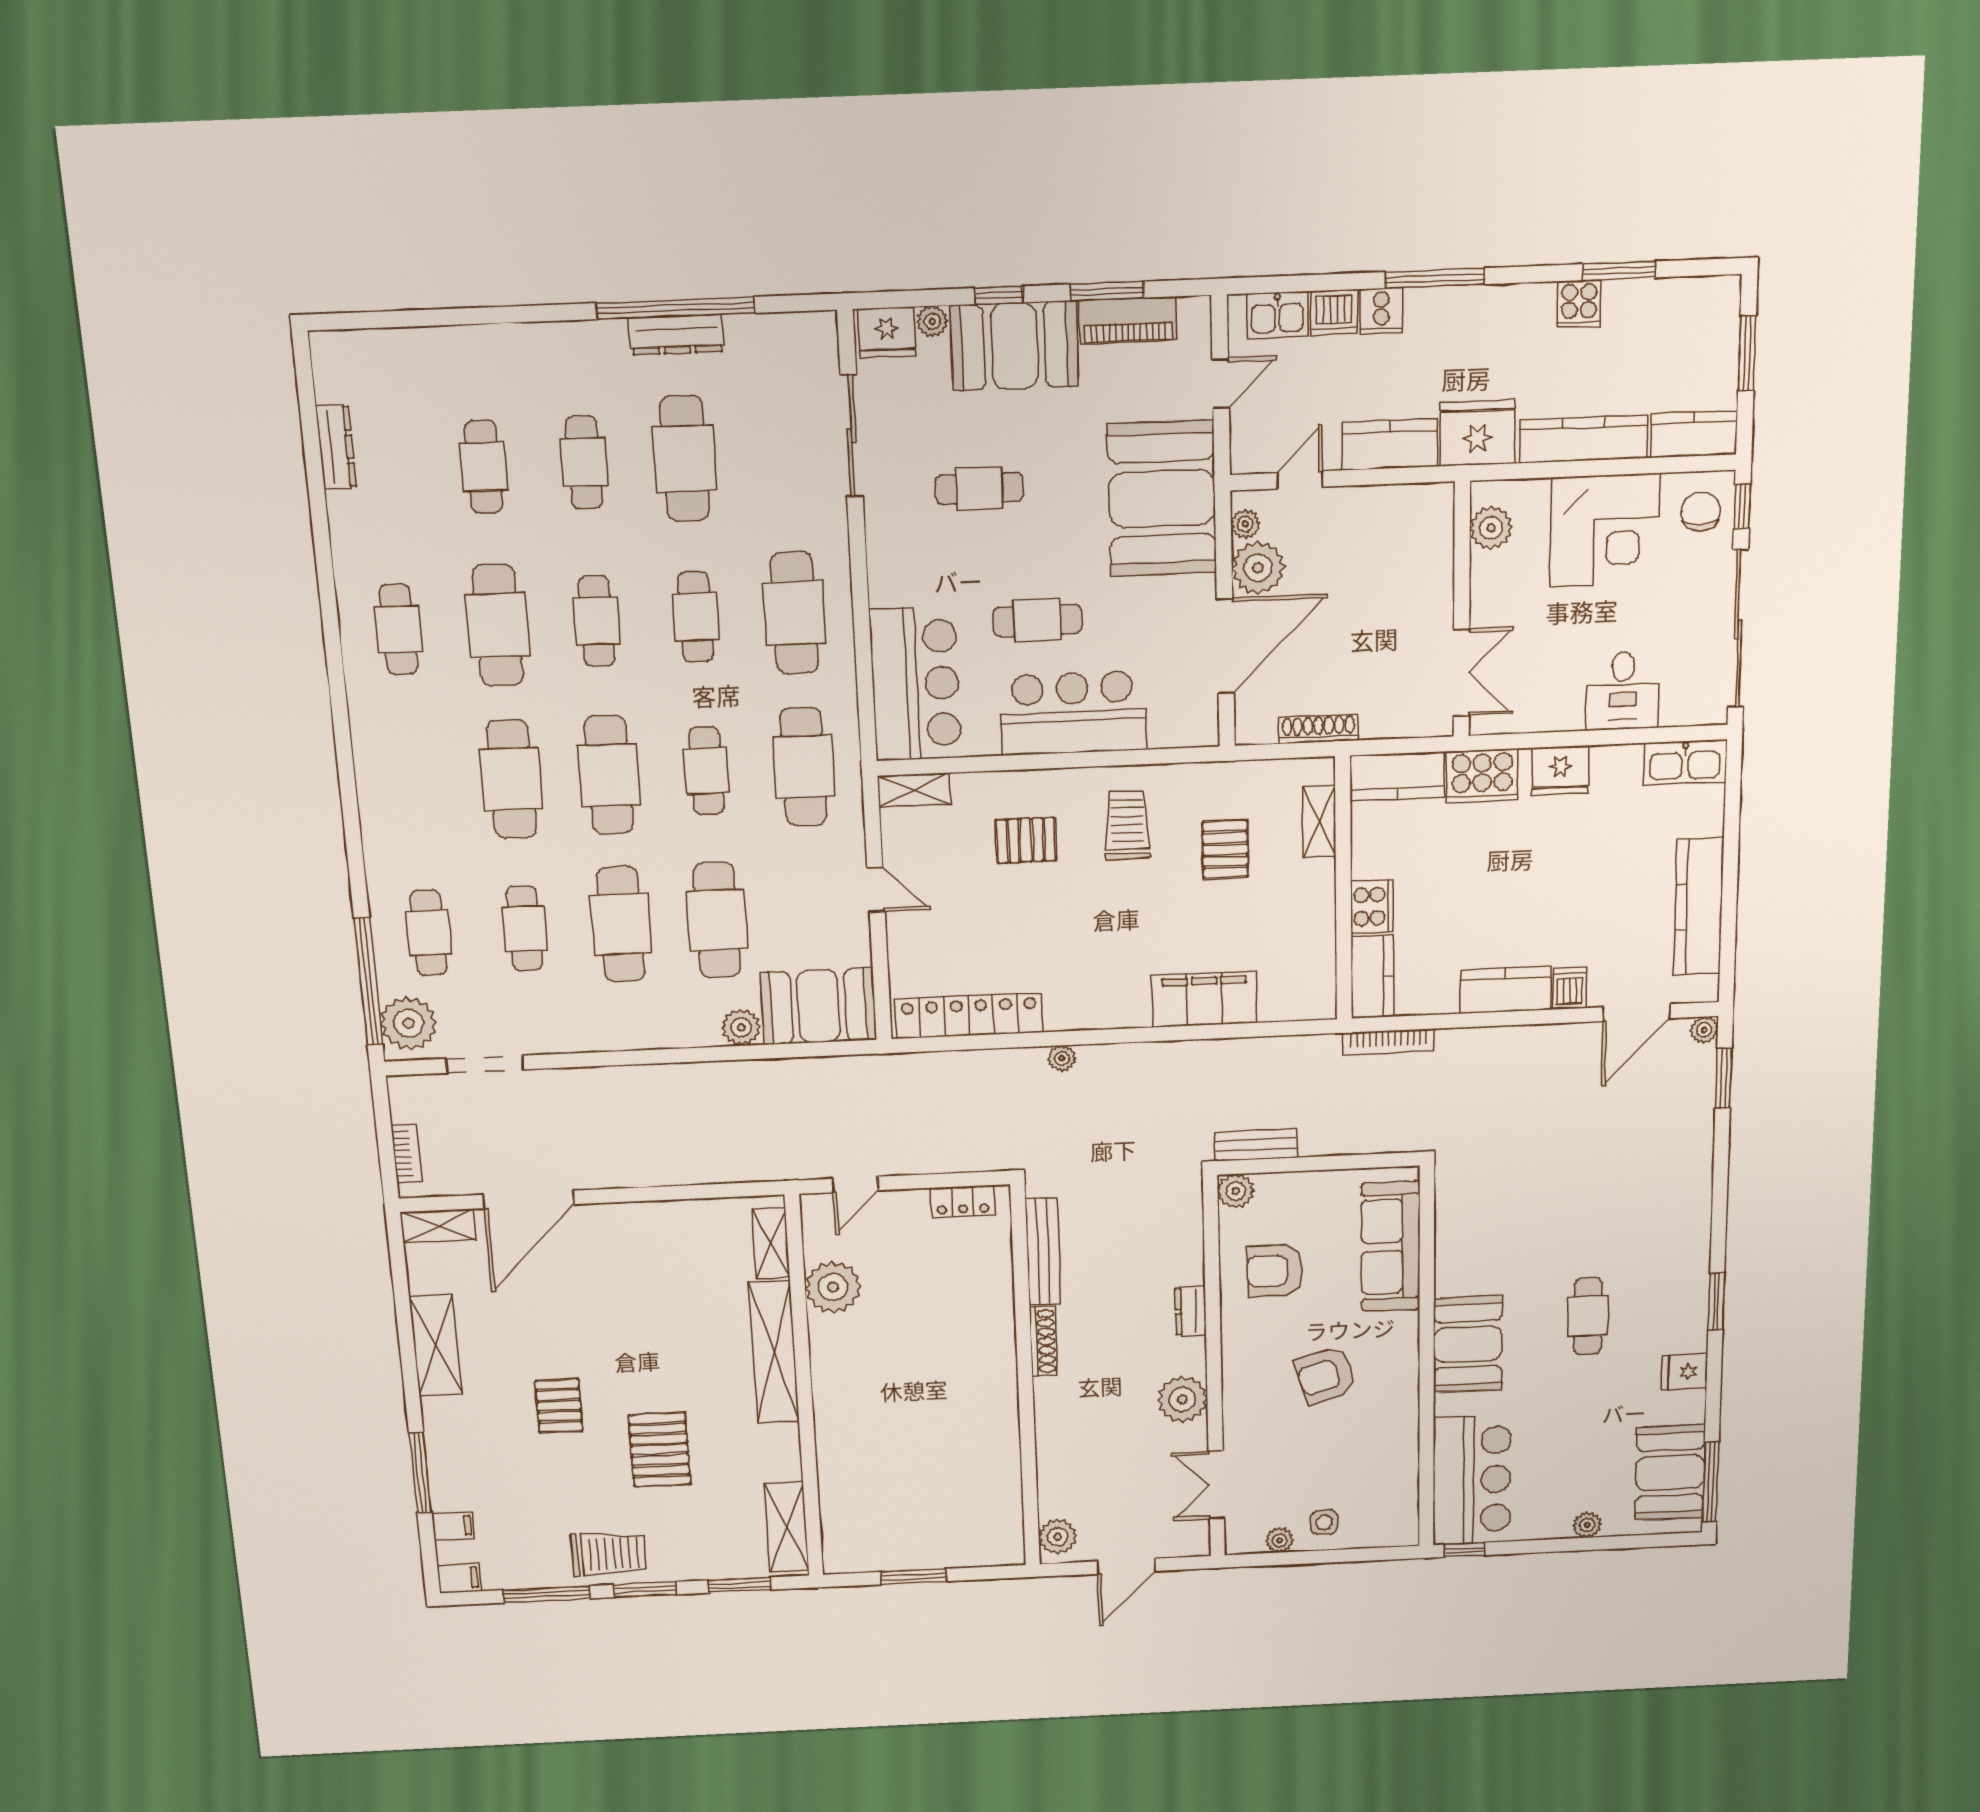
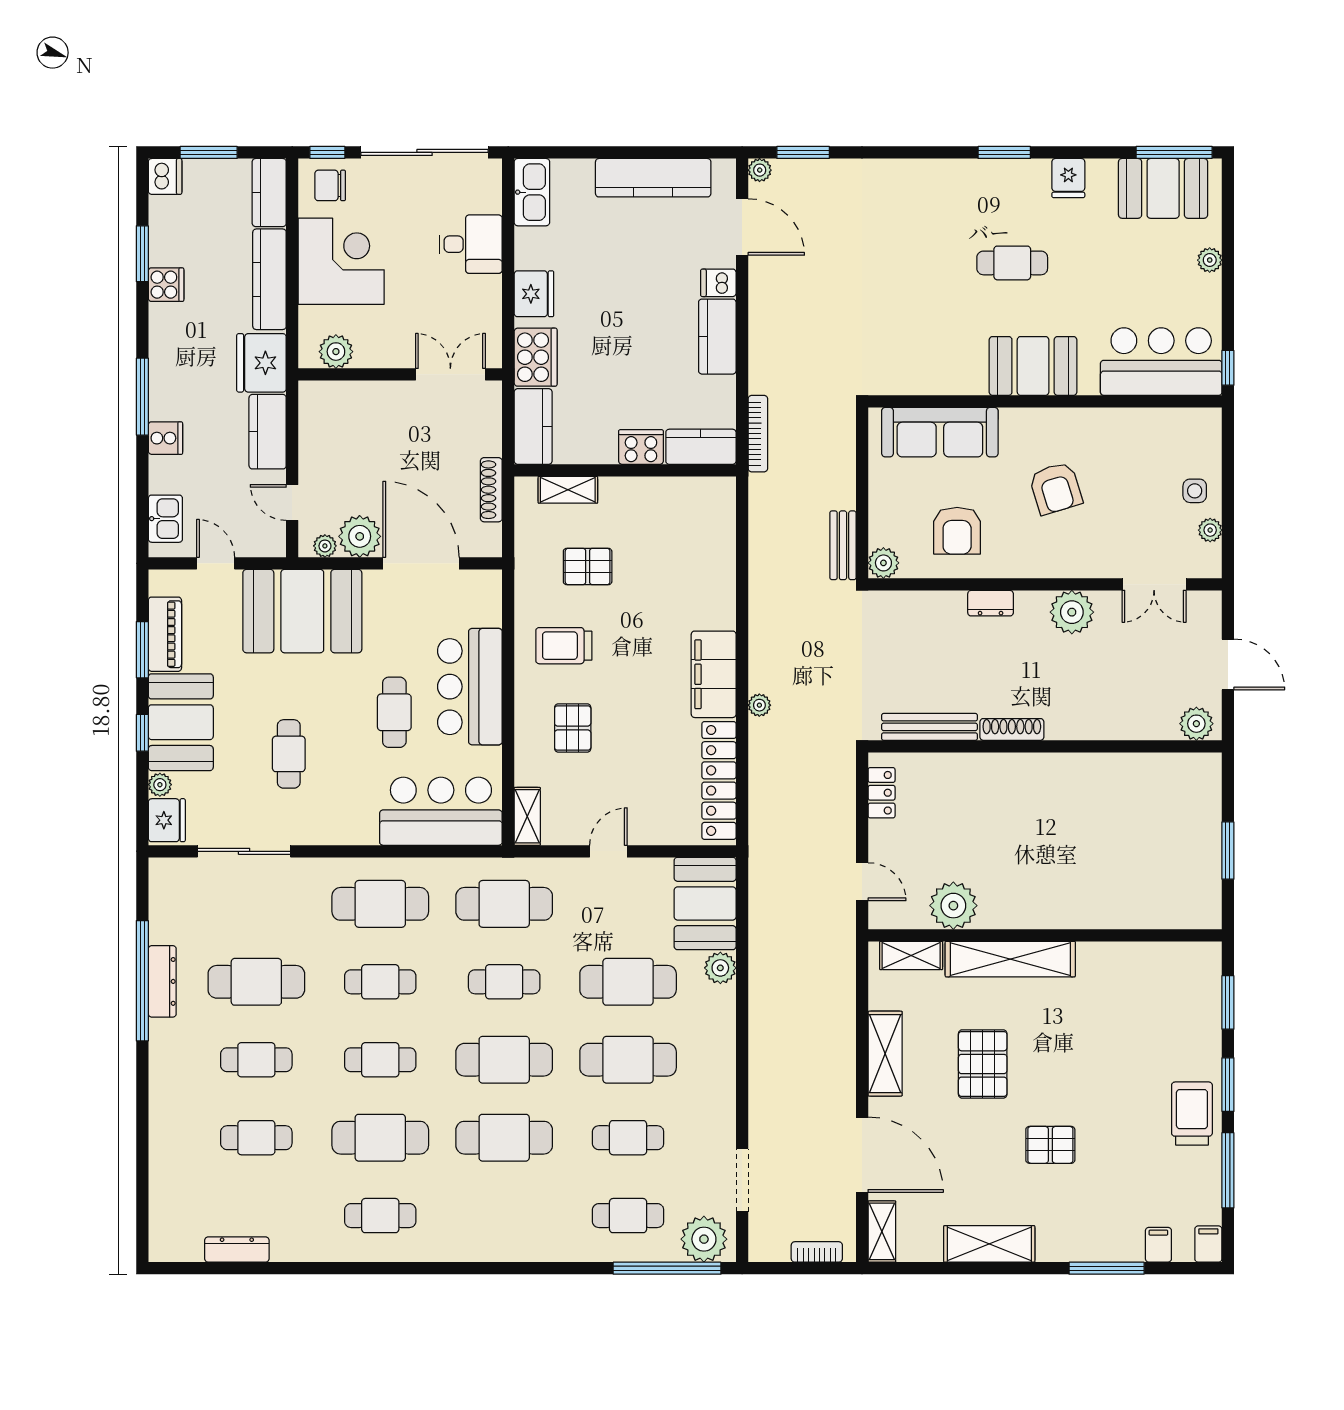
dishwasher: (1334, 312) -> (165, 176), moved
filing cabinet: (1205, 999) -> (714, 674), moved
pallet: (659, 1449) -> (983, 1064), moved, turned 90
shelving: (786, 1527) -> (885, 1054), moved, turned 90

